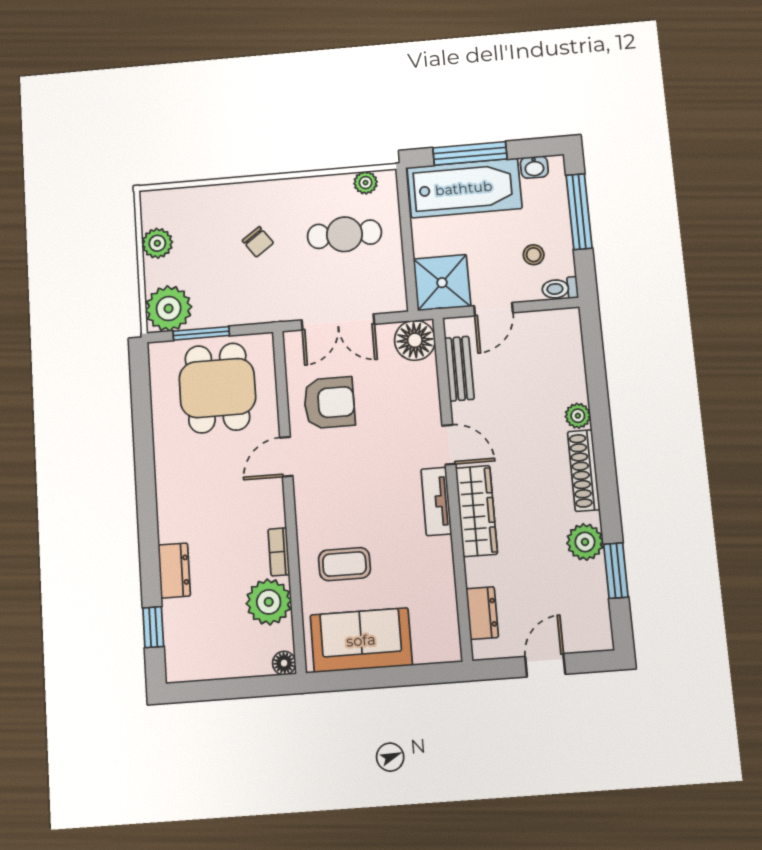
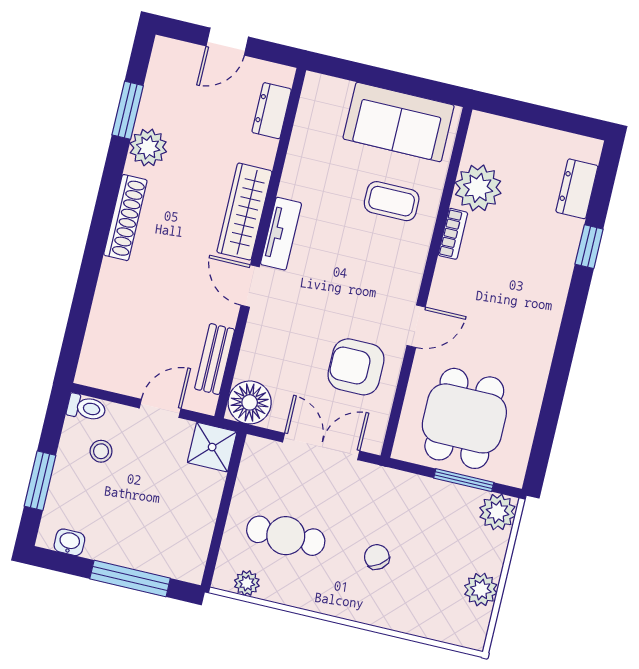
bathtub: (464, 188) -> (148, 544), removed
window: (579, 212) -> (40, 481), width x0.69
shower: (442, 283) -> (212, 447), width x0.73, depth x0.73
plant: (169, 309) -> (498, 512), width x0.73, depth x0.73
plant: (578, 416) -> (113, 274), removed
dresser: (174, 571) -> (577, 189), moved
window: (153, 627) -> (589, 247), moved
floor lamp: (284, 663) -> (481, 124), removed

